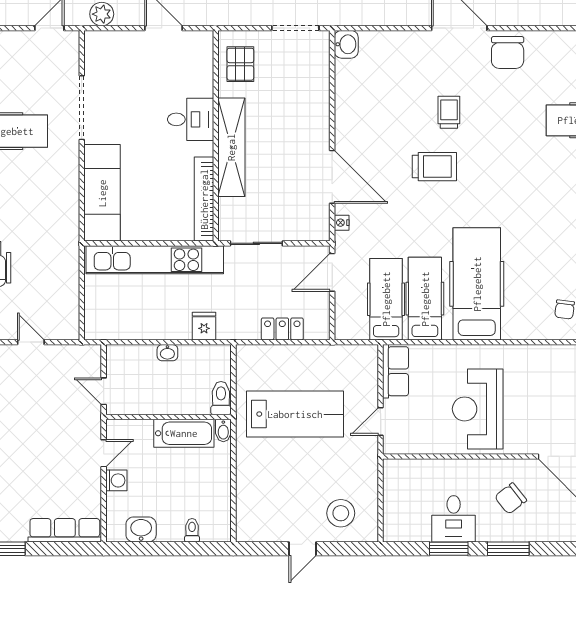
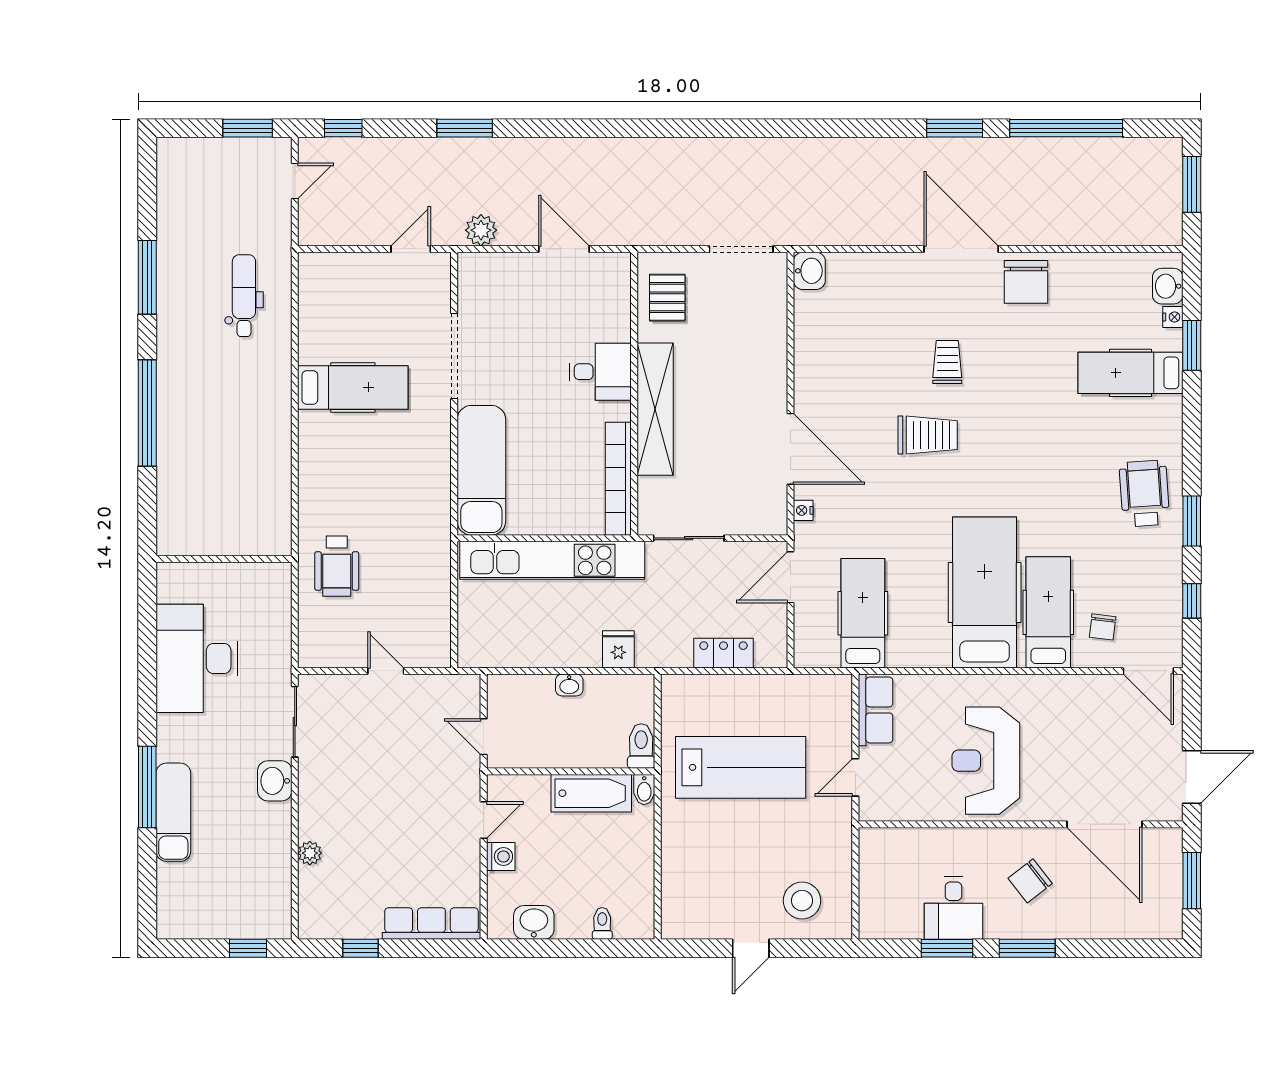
hospital bed: (425, 299) -> (1048, 612), moved

